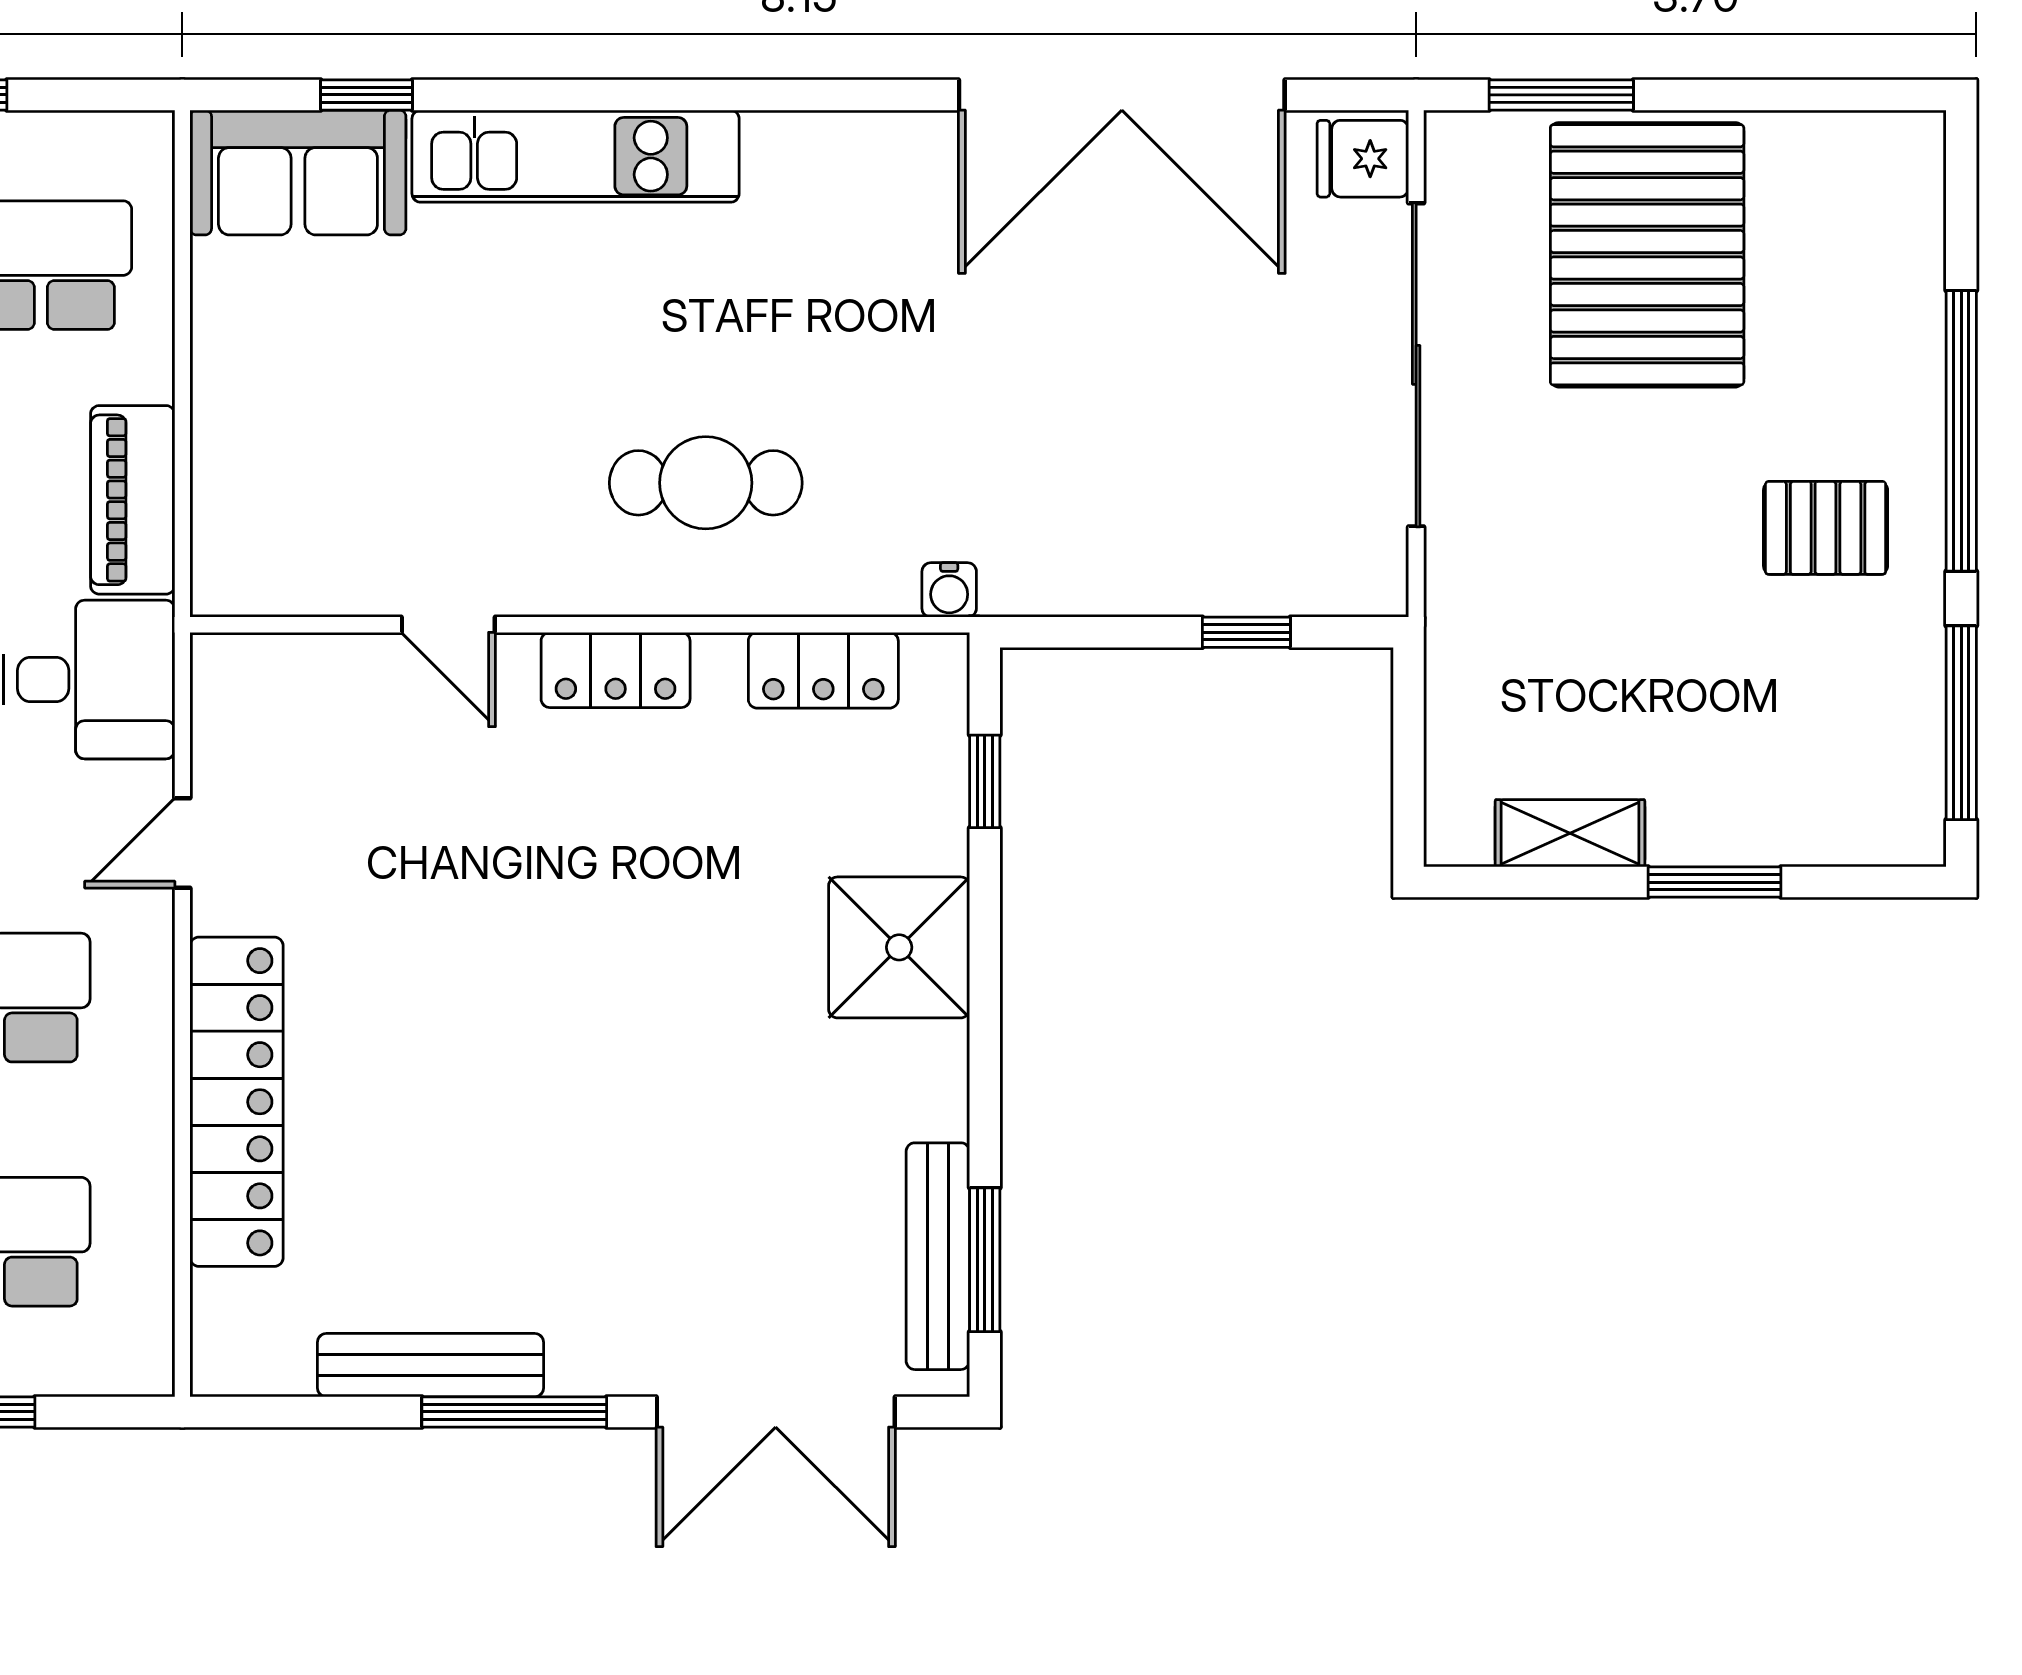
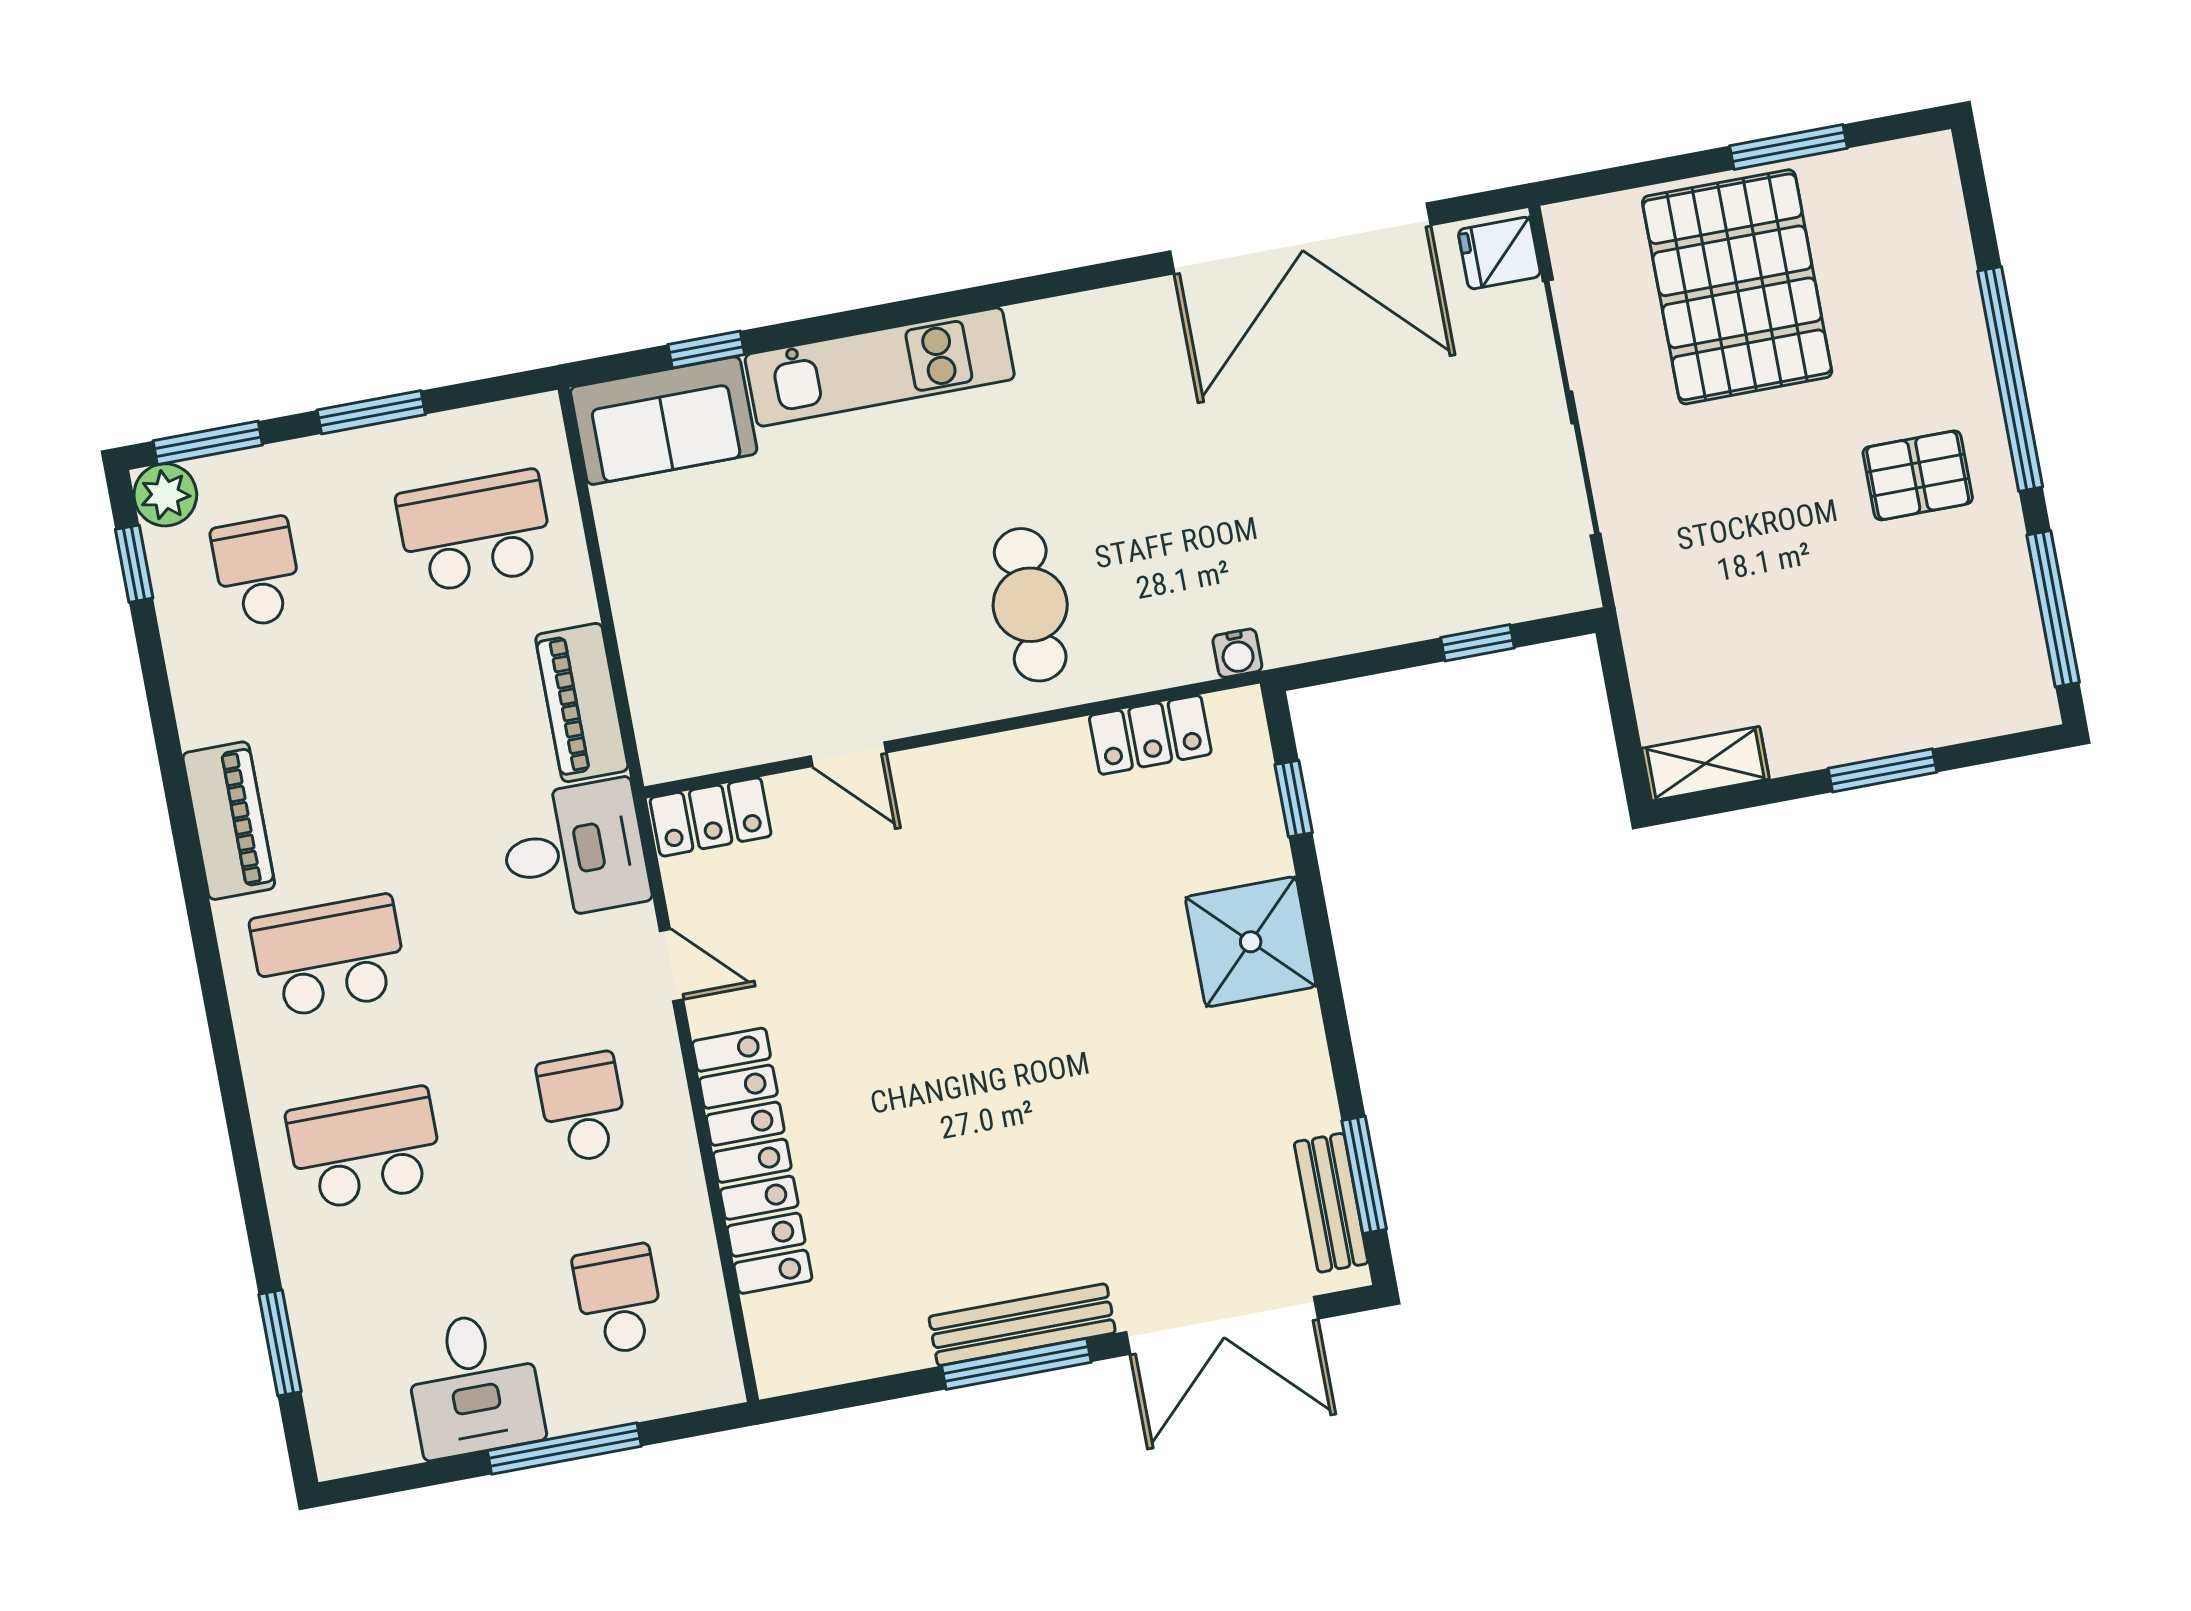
window: (1561, 95) -> (1788, 147), moved
cafe table: (706, 483) -> (1030, 605), turned 90
locker: (616, 670) -> (711, 817), moved
shelving: (1570, 833) -> (1706, 764), moved
door: (182, 843) -> (671, 965), swing flipped
bench: (938, 1256) -> (1331, 1203), width x0.73
bench: (431, 1365) -> (1022, 1325), moved

